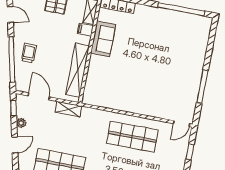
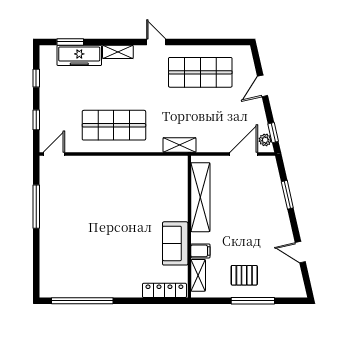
trolley: (29, 53) -> (267, 207), removed
window: (12, 59) -> (287, 195), width x0.47
door: (39, 96) -> (244, 154), swing flipped
shelving: (68, 109) -> (180, 145), moved
plant: (21, 123) -> (265, 140), moved

